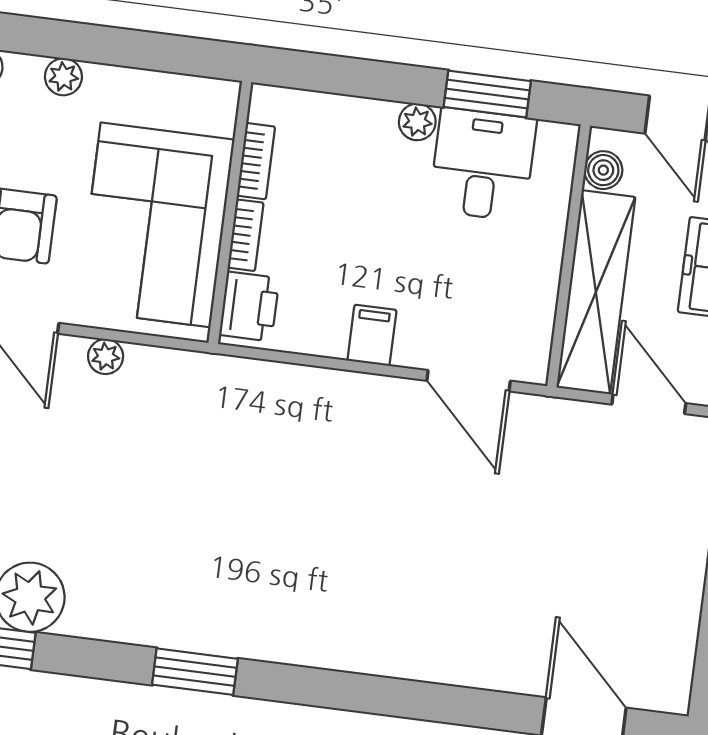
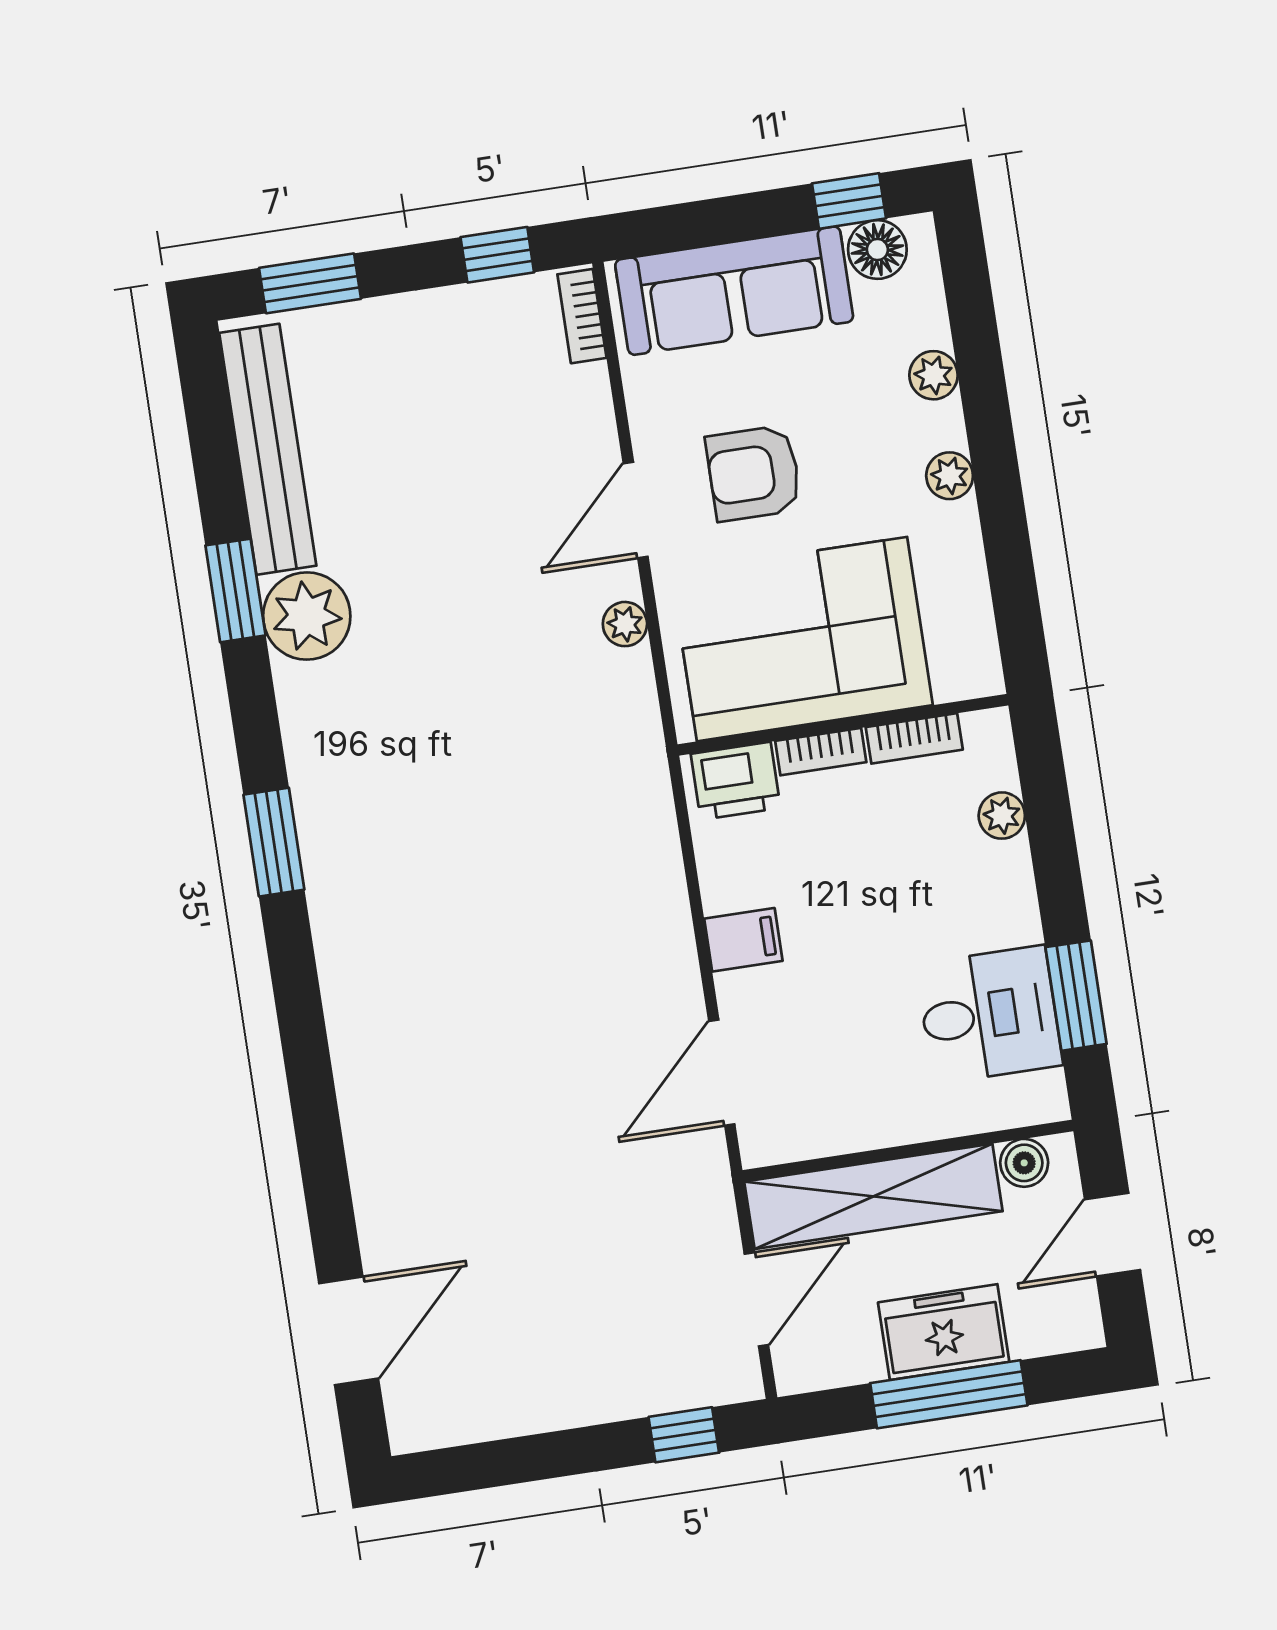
plant: (417, 122) -> (1002, 816), moved

